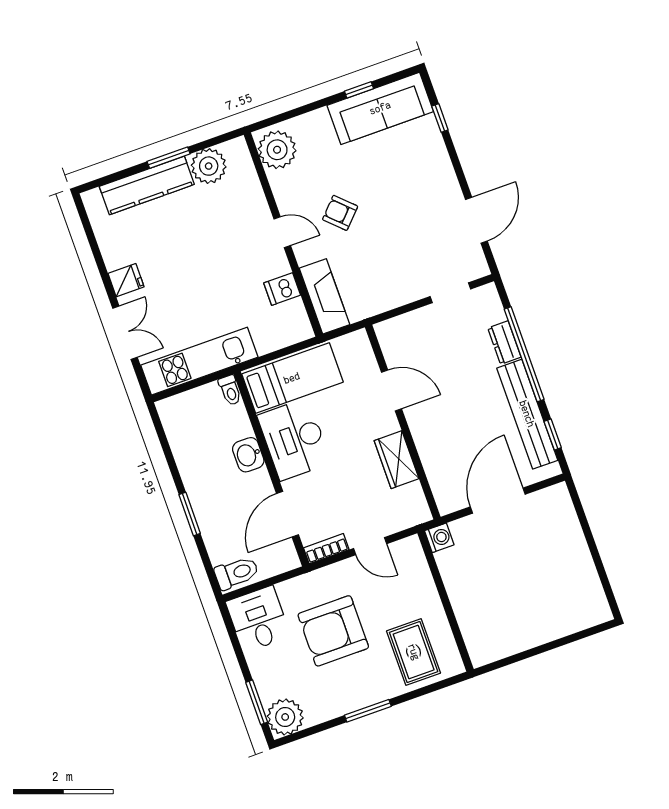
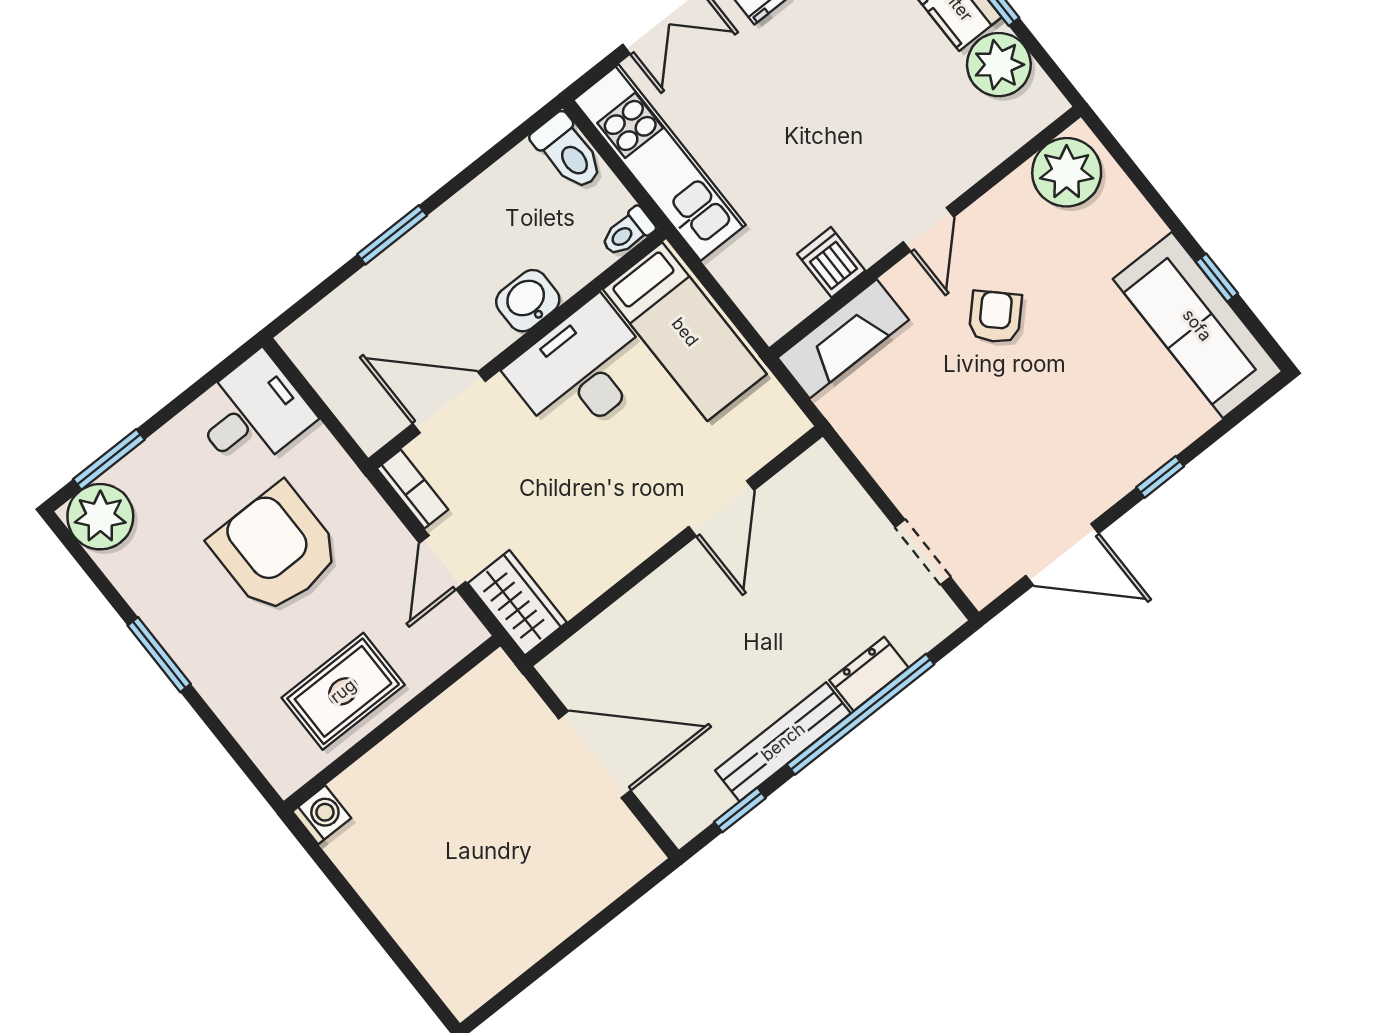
window: (440, 118) -> (1160, 477), moved
bench: (527, 414) -> (783, 742), width x0.73, depth x0.82
wardrobe: (397, 460) -> (517, 603), moved, turned 90
washing machine: (439, 538) -> (322, 815), moved, turned -90
toilet: (237, 573) -> (568, 152), moved
rug: (414, 652) -> (343, 691), moved

